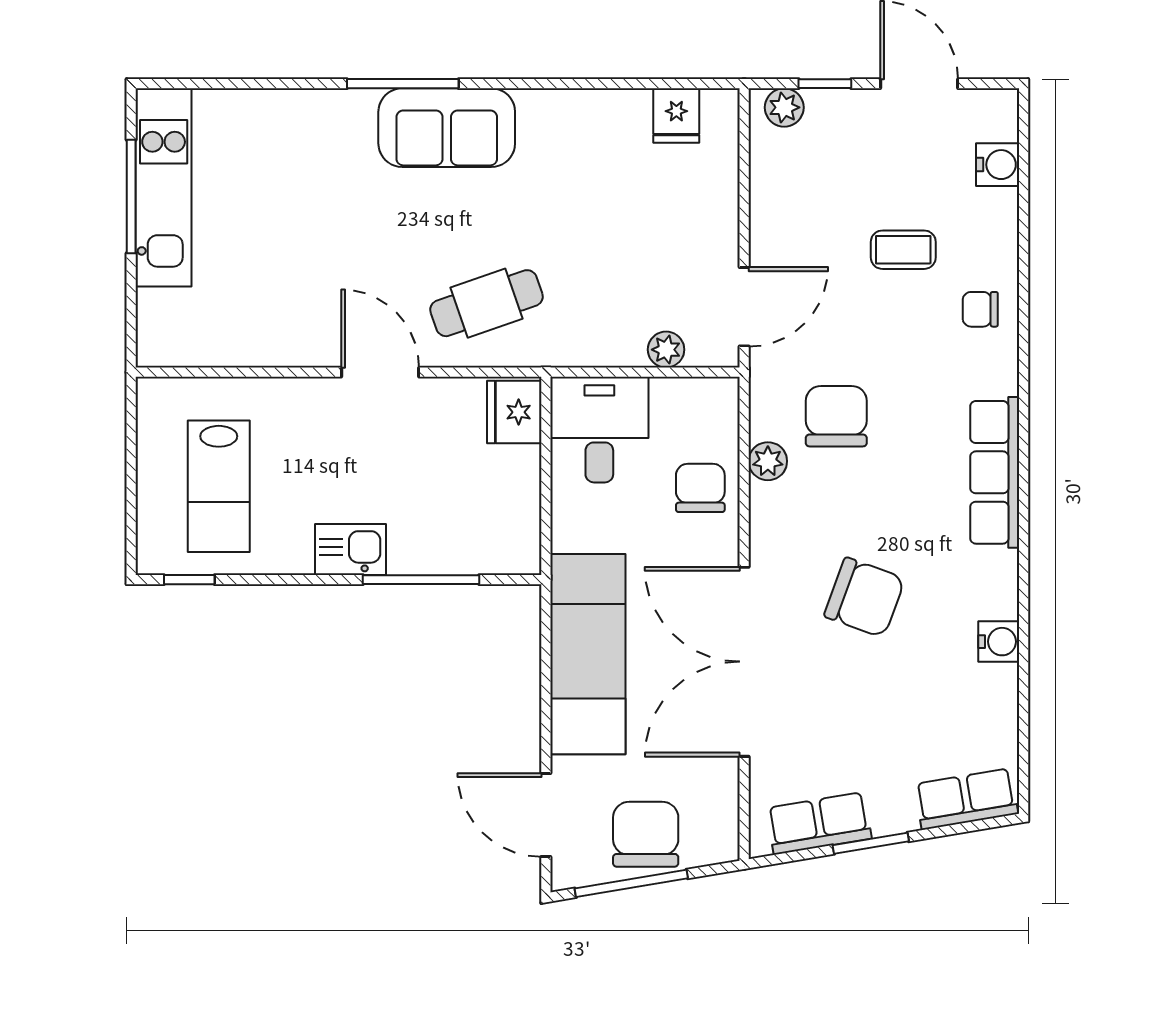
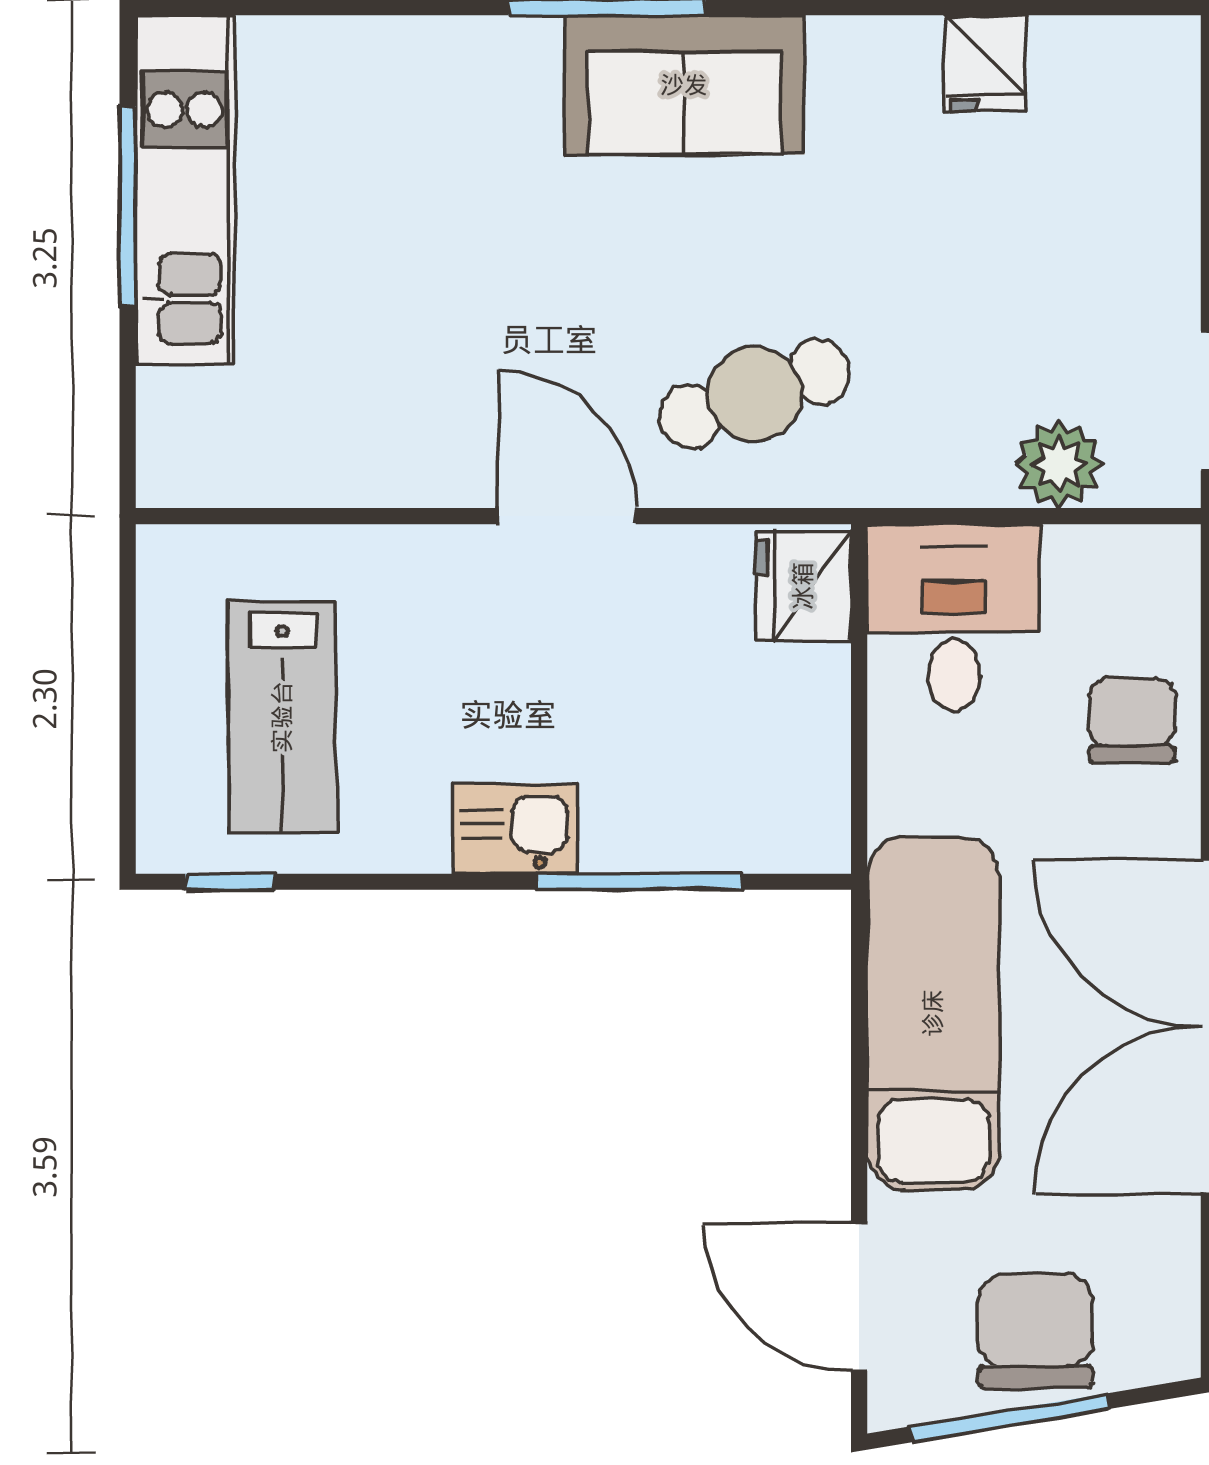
fridge: (676, 115) -> (985, 63), moved
plant: (666, 350) -> (1059, 464), width x1.38, depth x1.38

